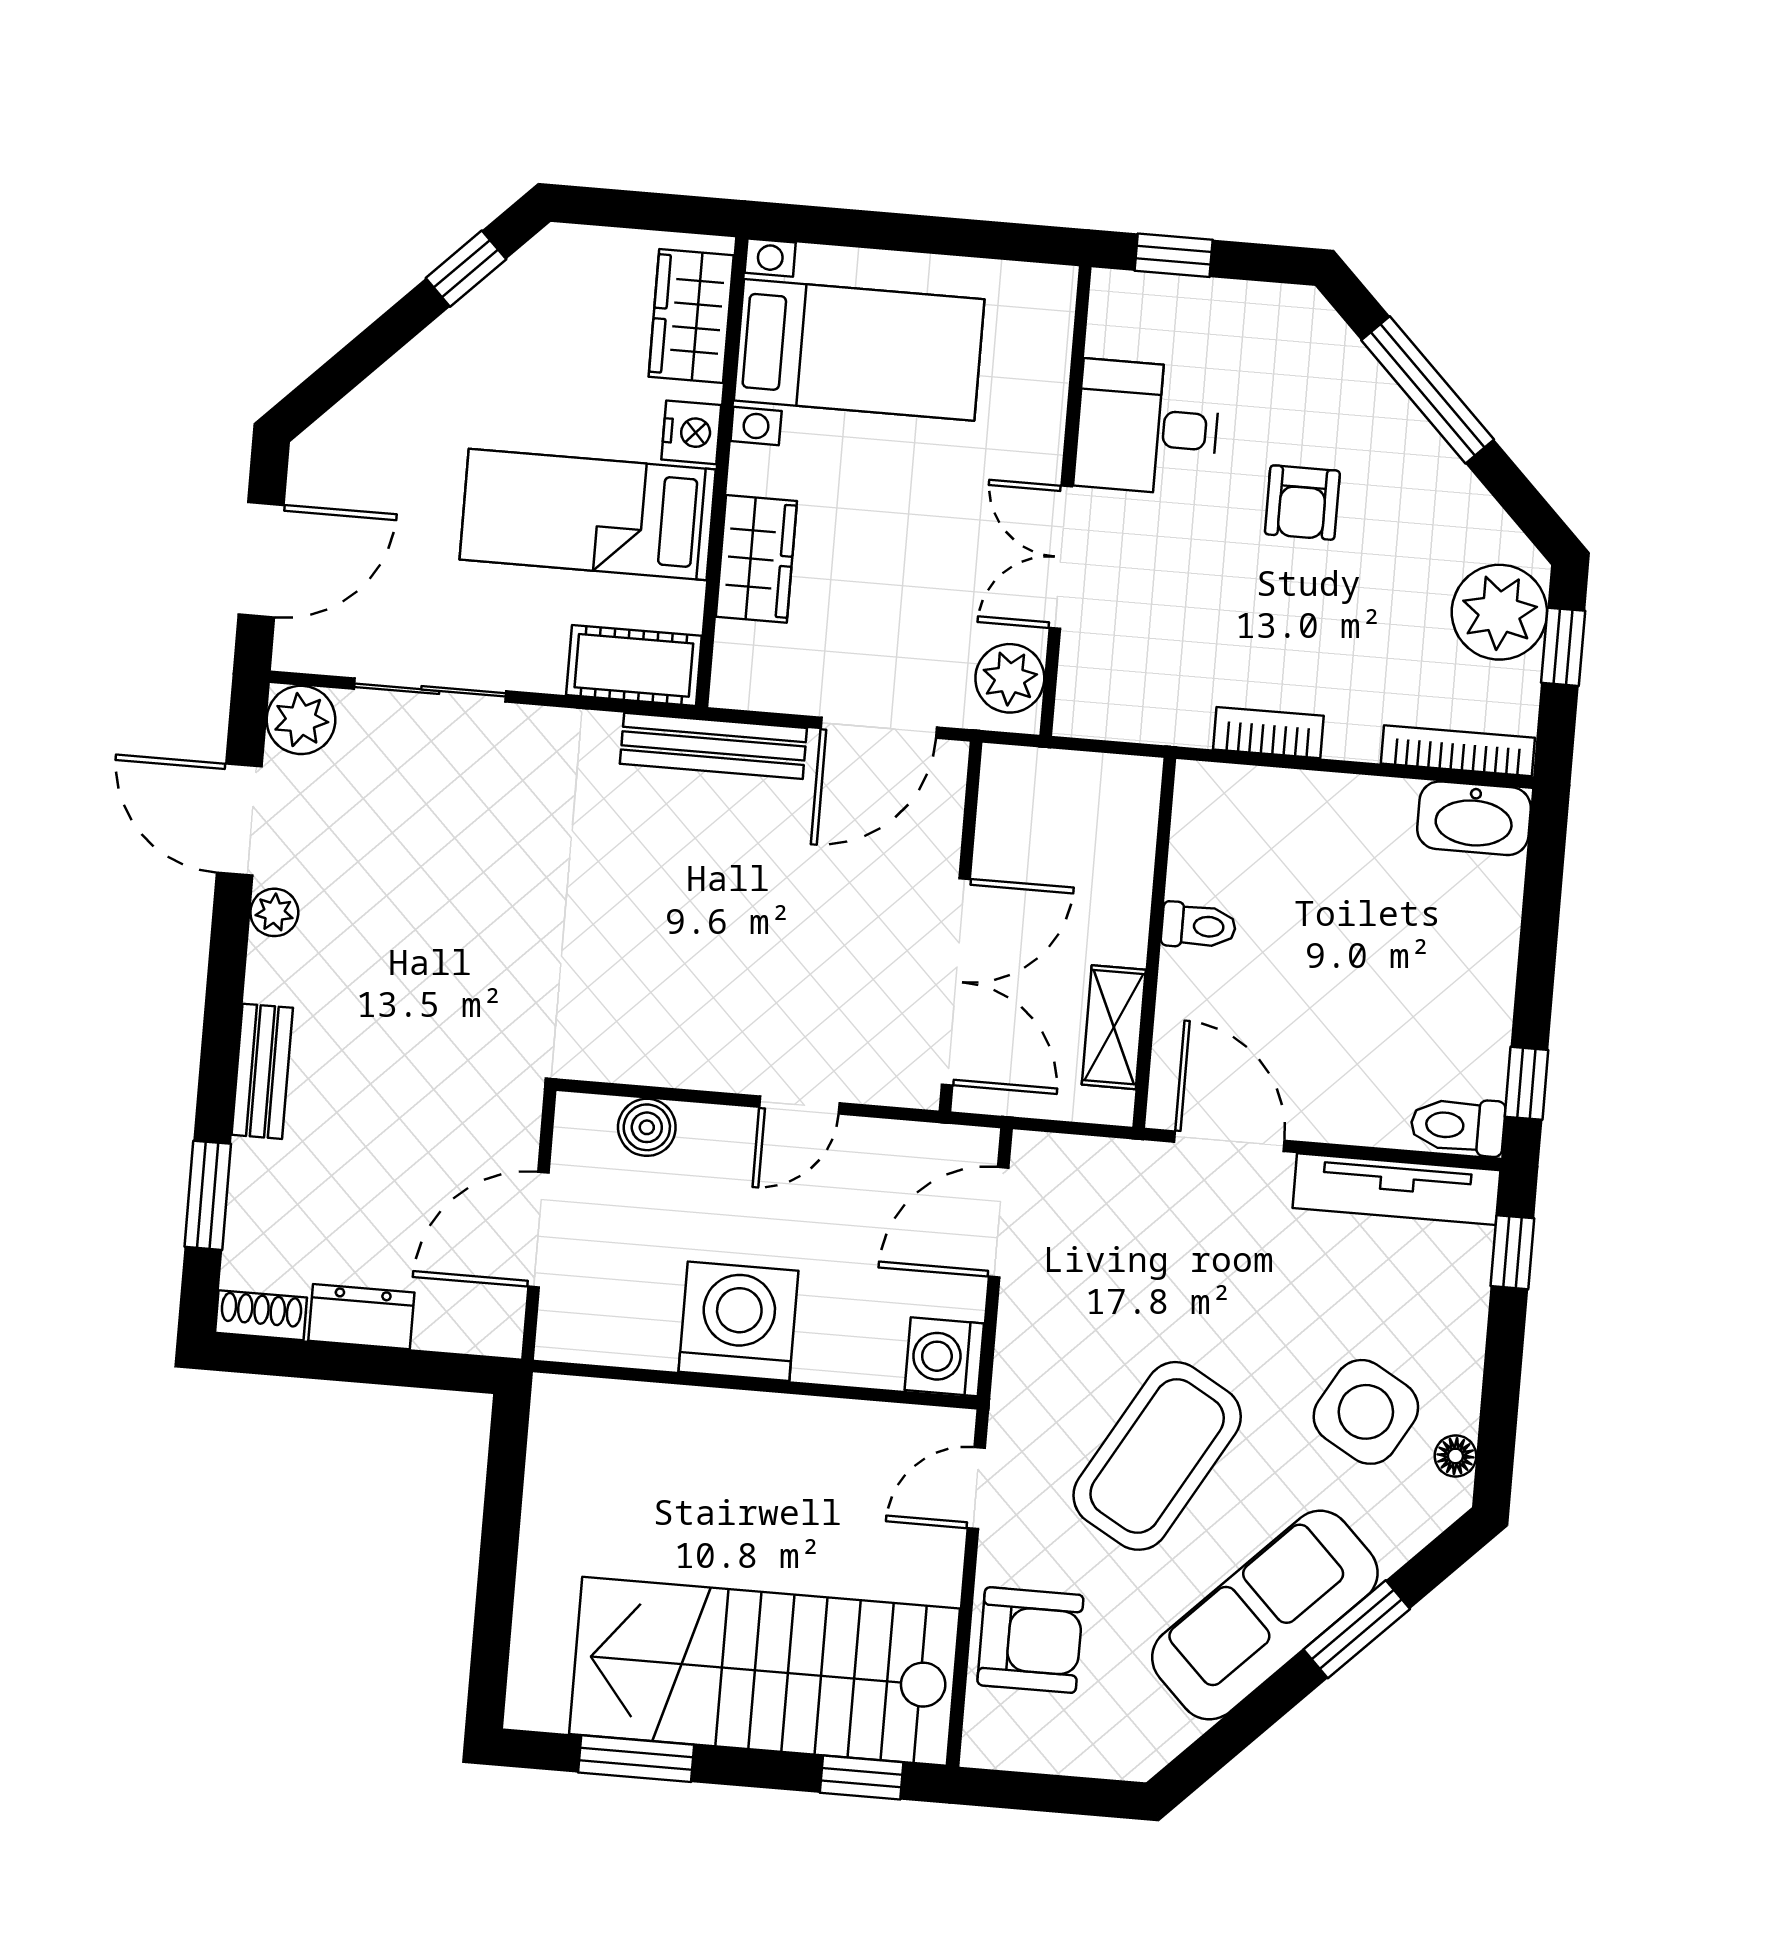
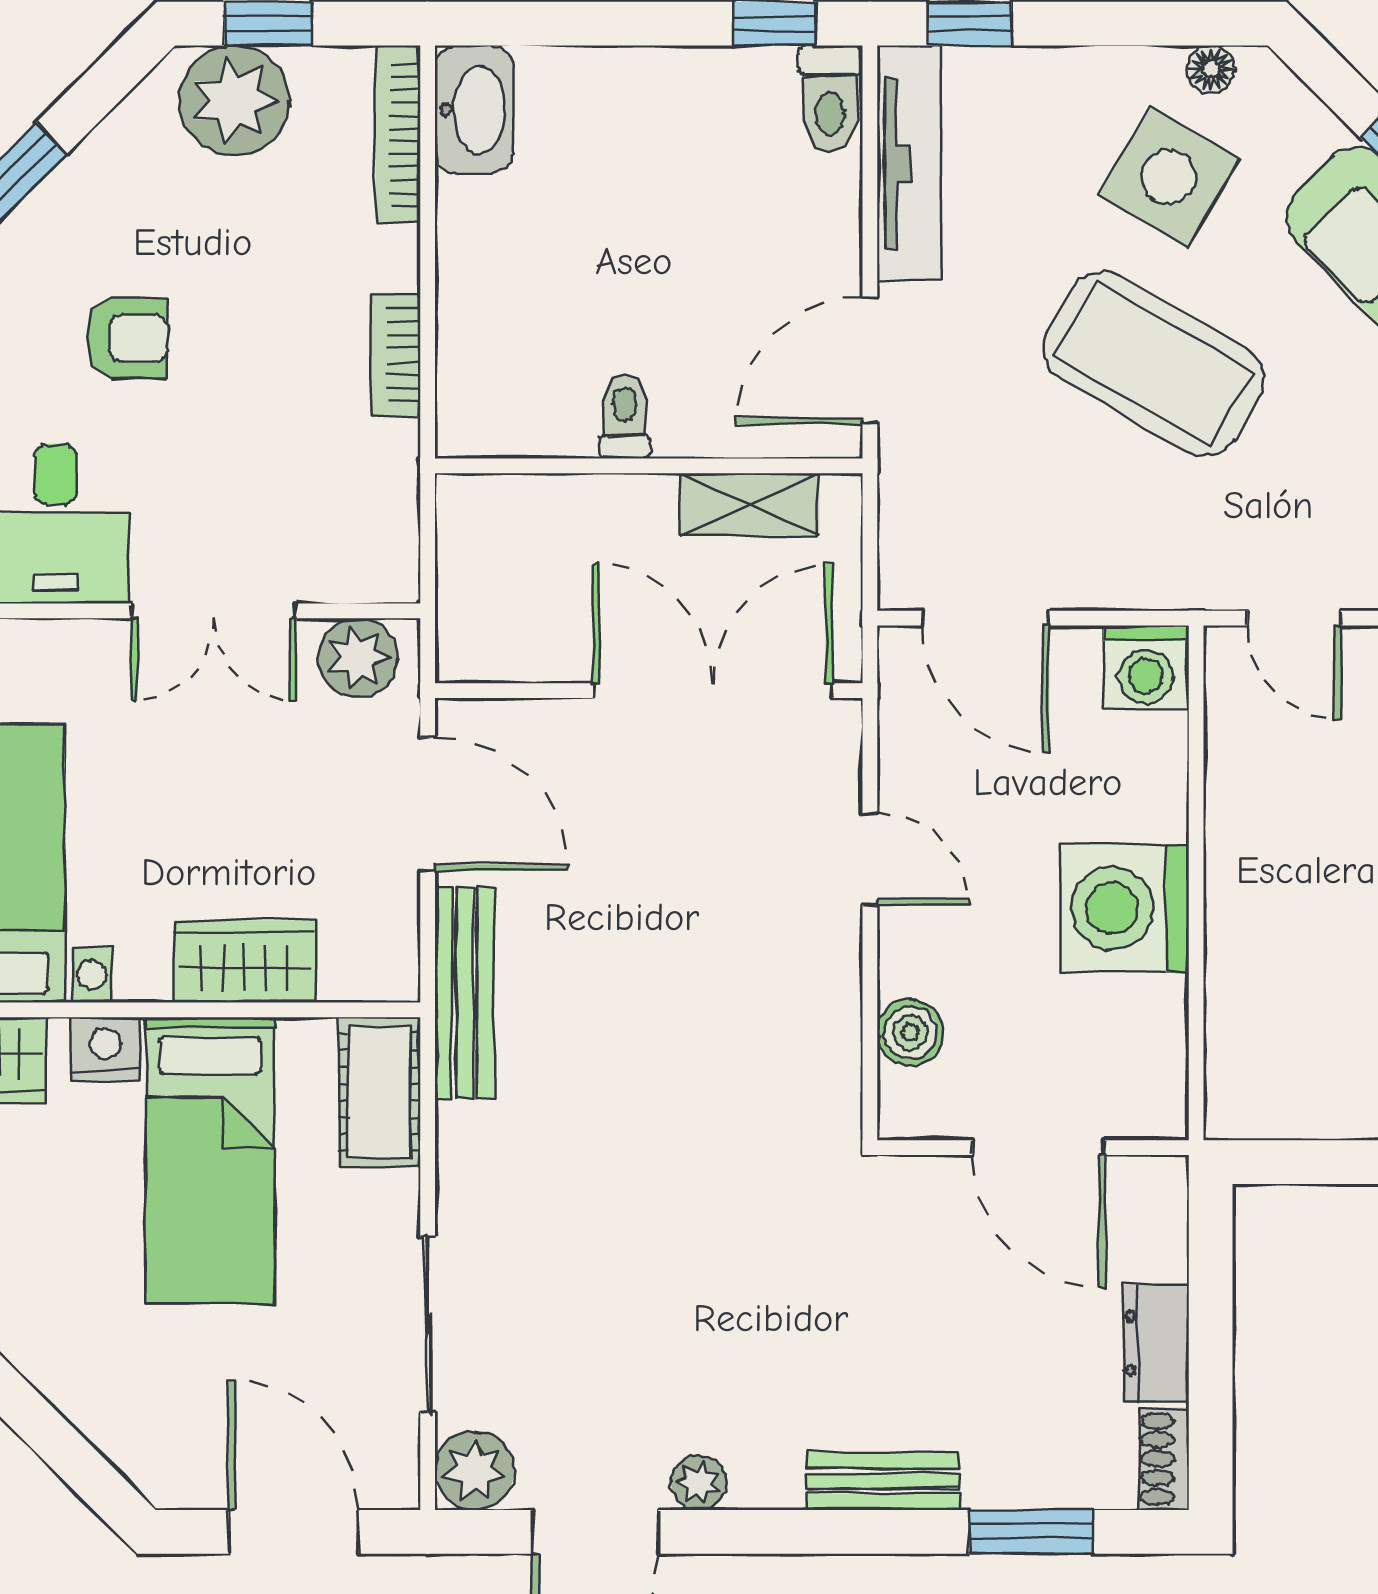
coffee table: (1157, 1456) -> (1154, 364), moved

